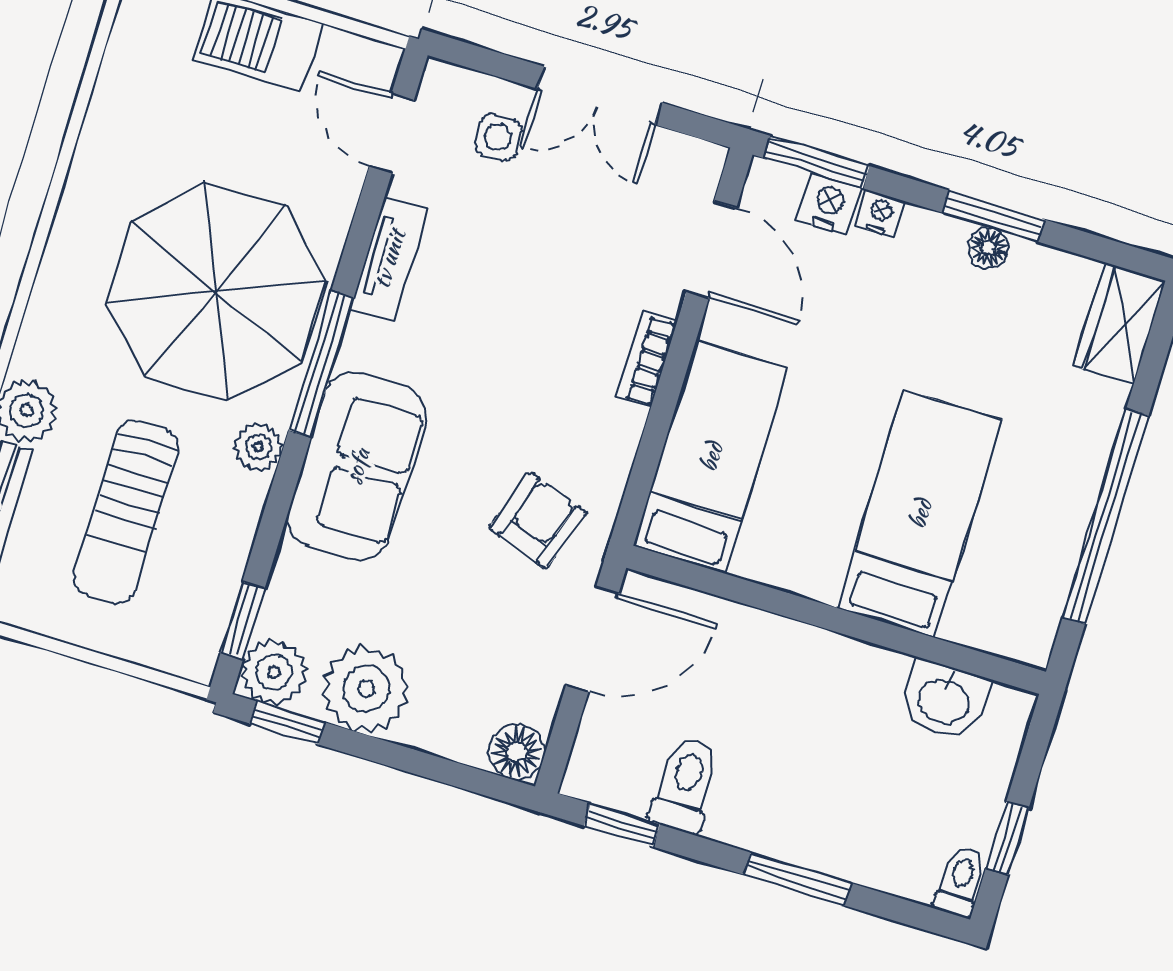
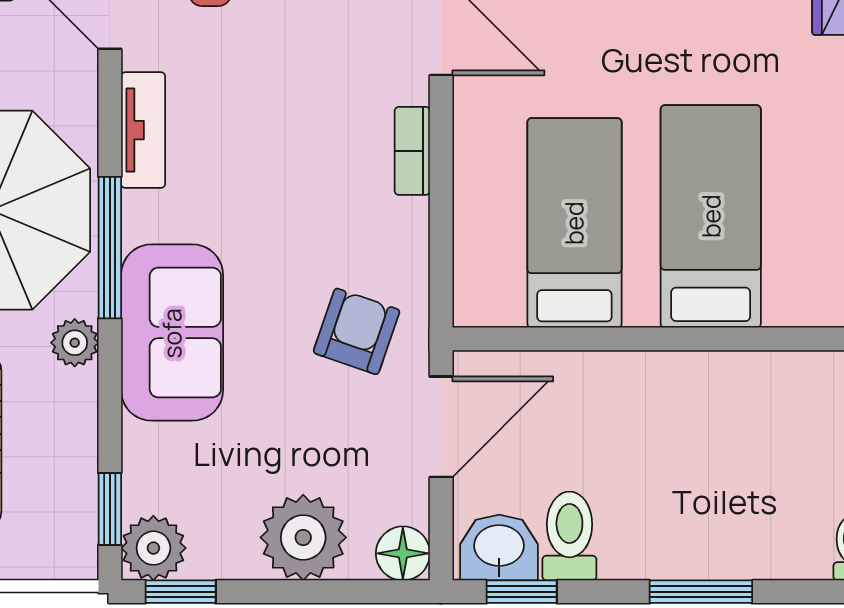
bed: (711, 457) -> (574, 223), moved
plant: (366, 689) -> (303, 537), moved
washbasin: (944, 700) -> (499, 548), moved, turned 180

